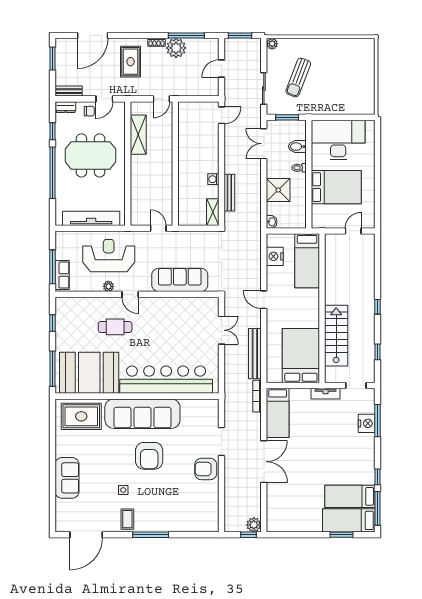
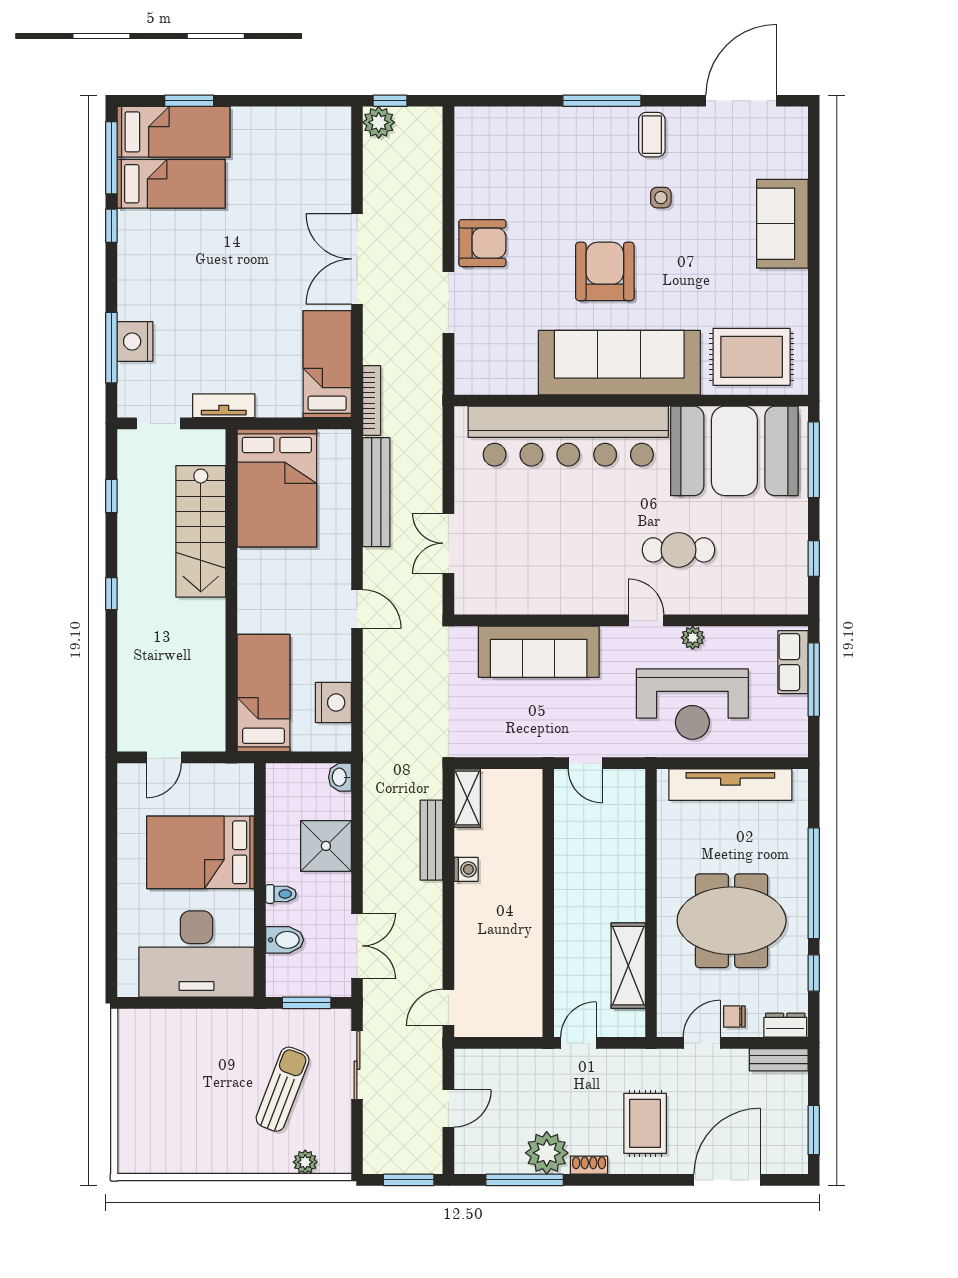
plant: (272, 44) -> (305, 1162), moved

